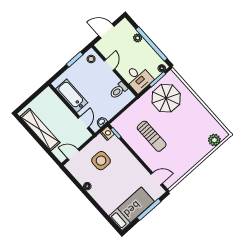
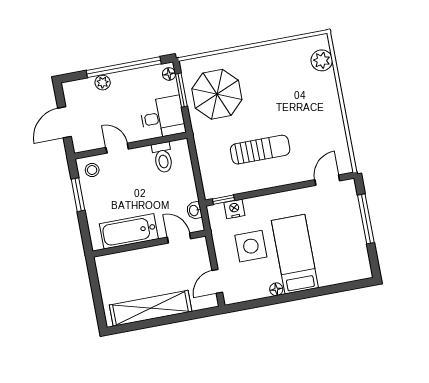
nightstand: (107, 133) -> (234, 209), moved
bed: (132, 209) -> (295, 254), moved

